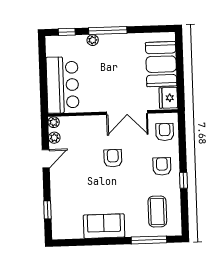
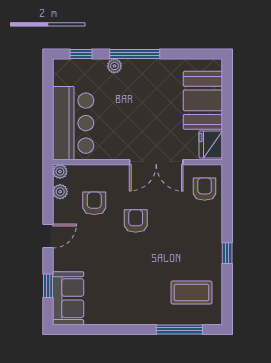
door: (46, 159) -> (48, 236), moved
armchair: (162, 166) -> (94, 203), moved
coffee table: (157, 211) -> (192, 293), turned 90
sofa: (104, 226) -> (68, 298), moved, turned 90

